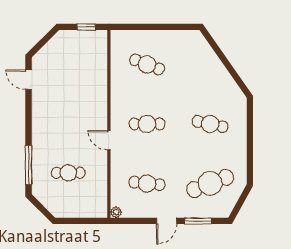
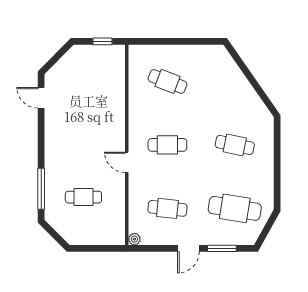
cafe table: (210, 183) -> (235, 208), turned 30

